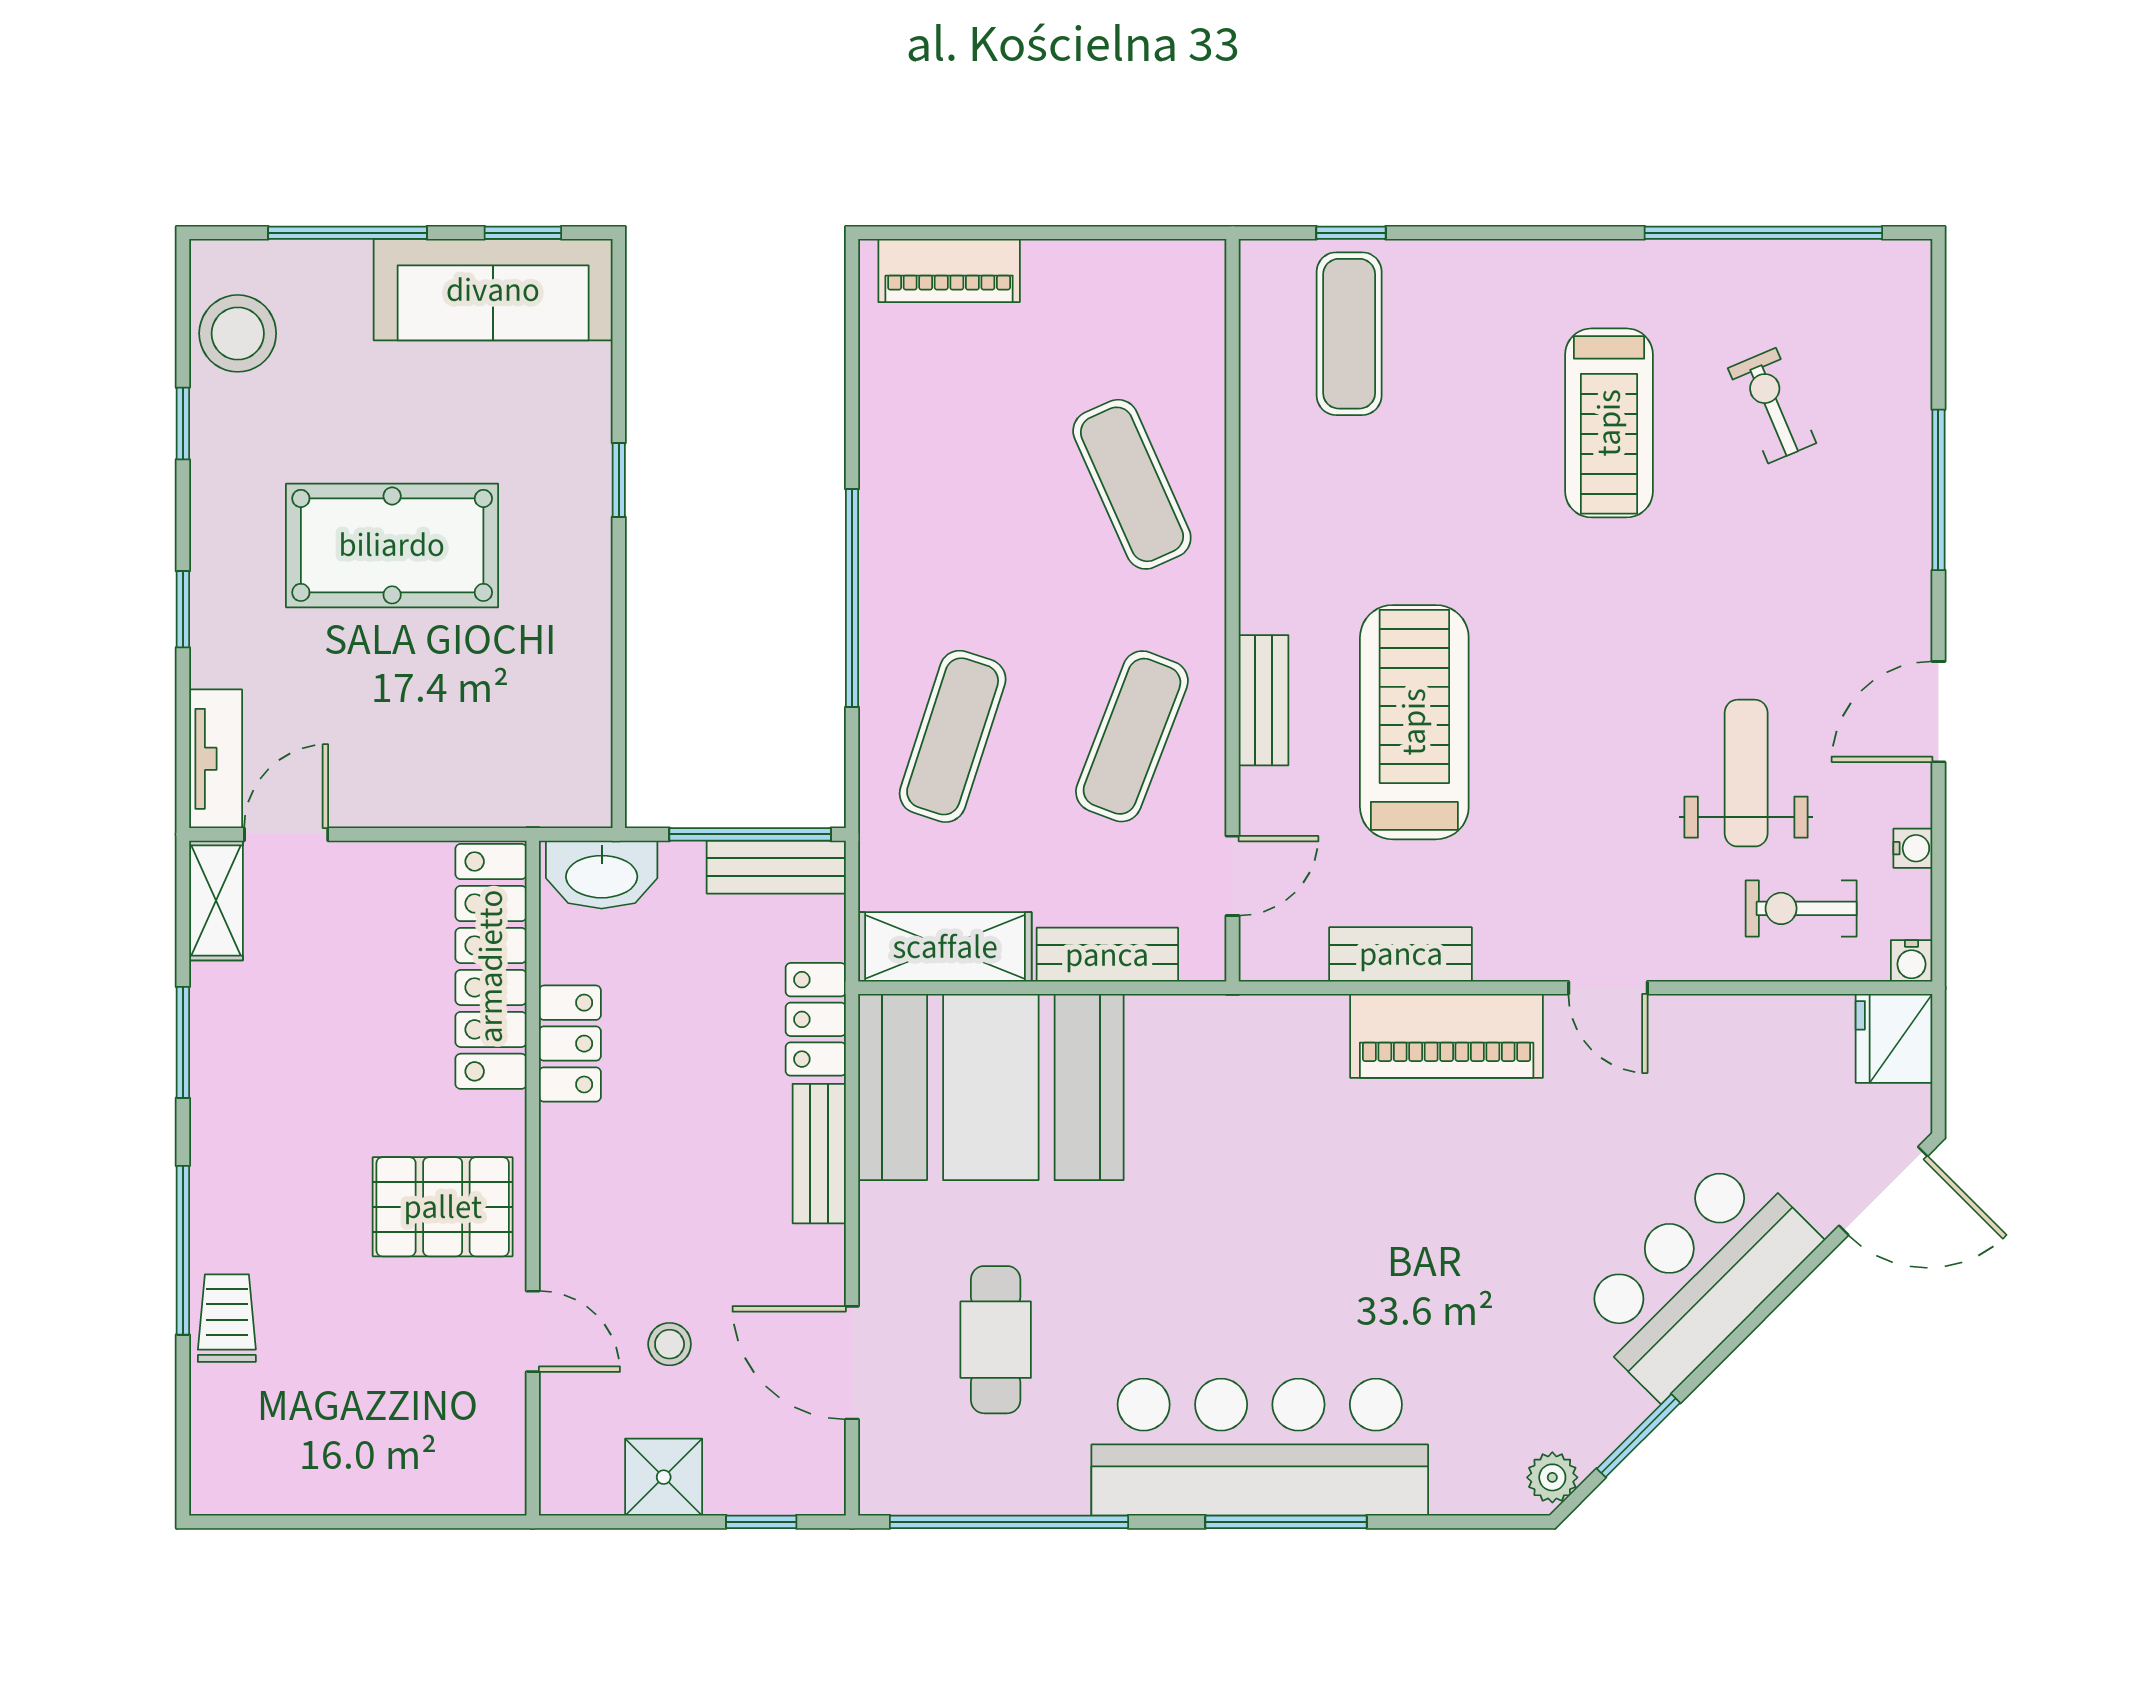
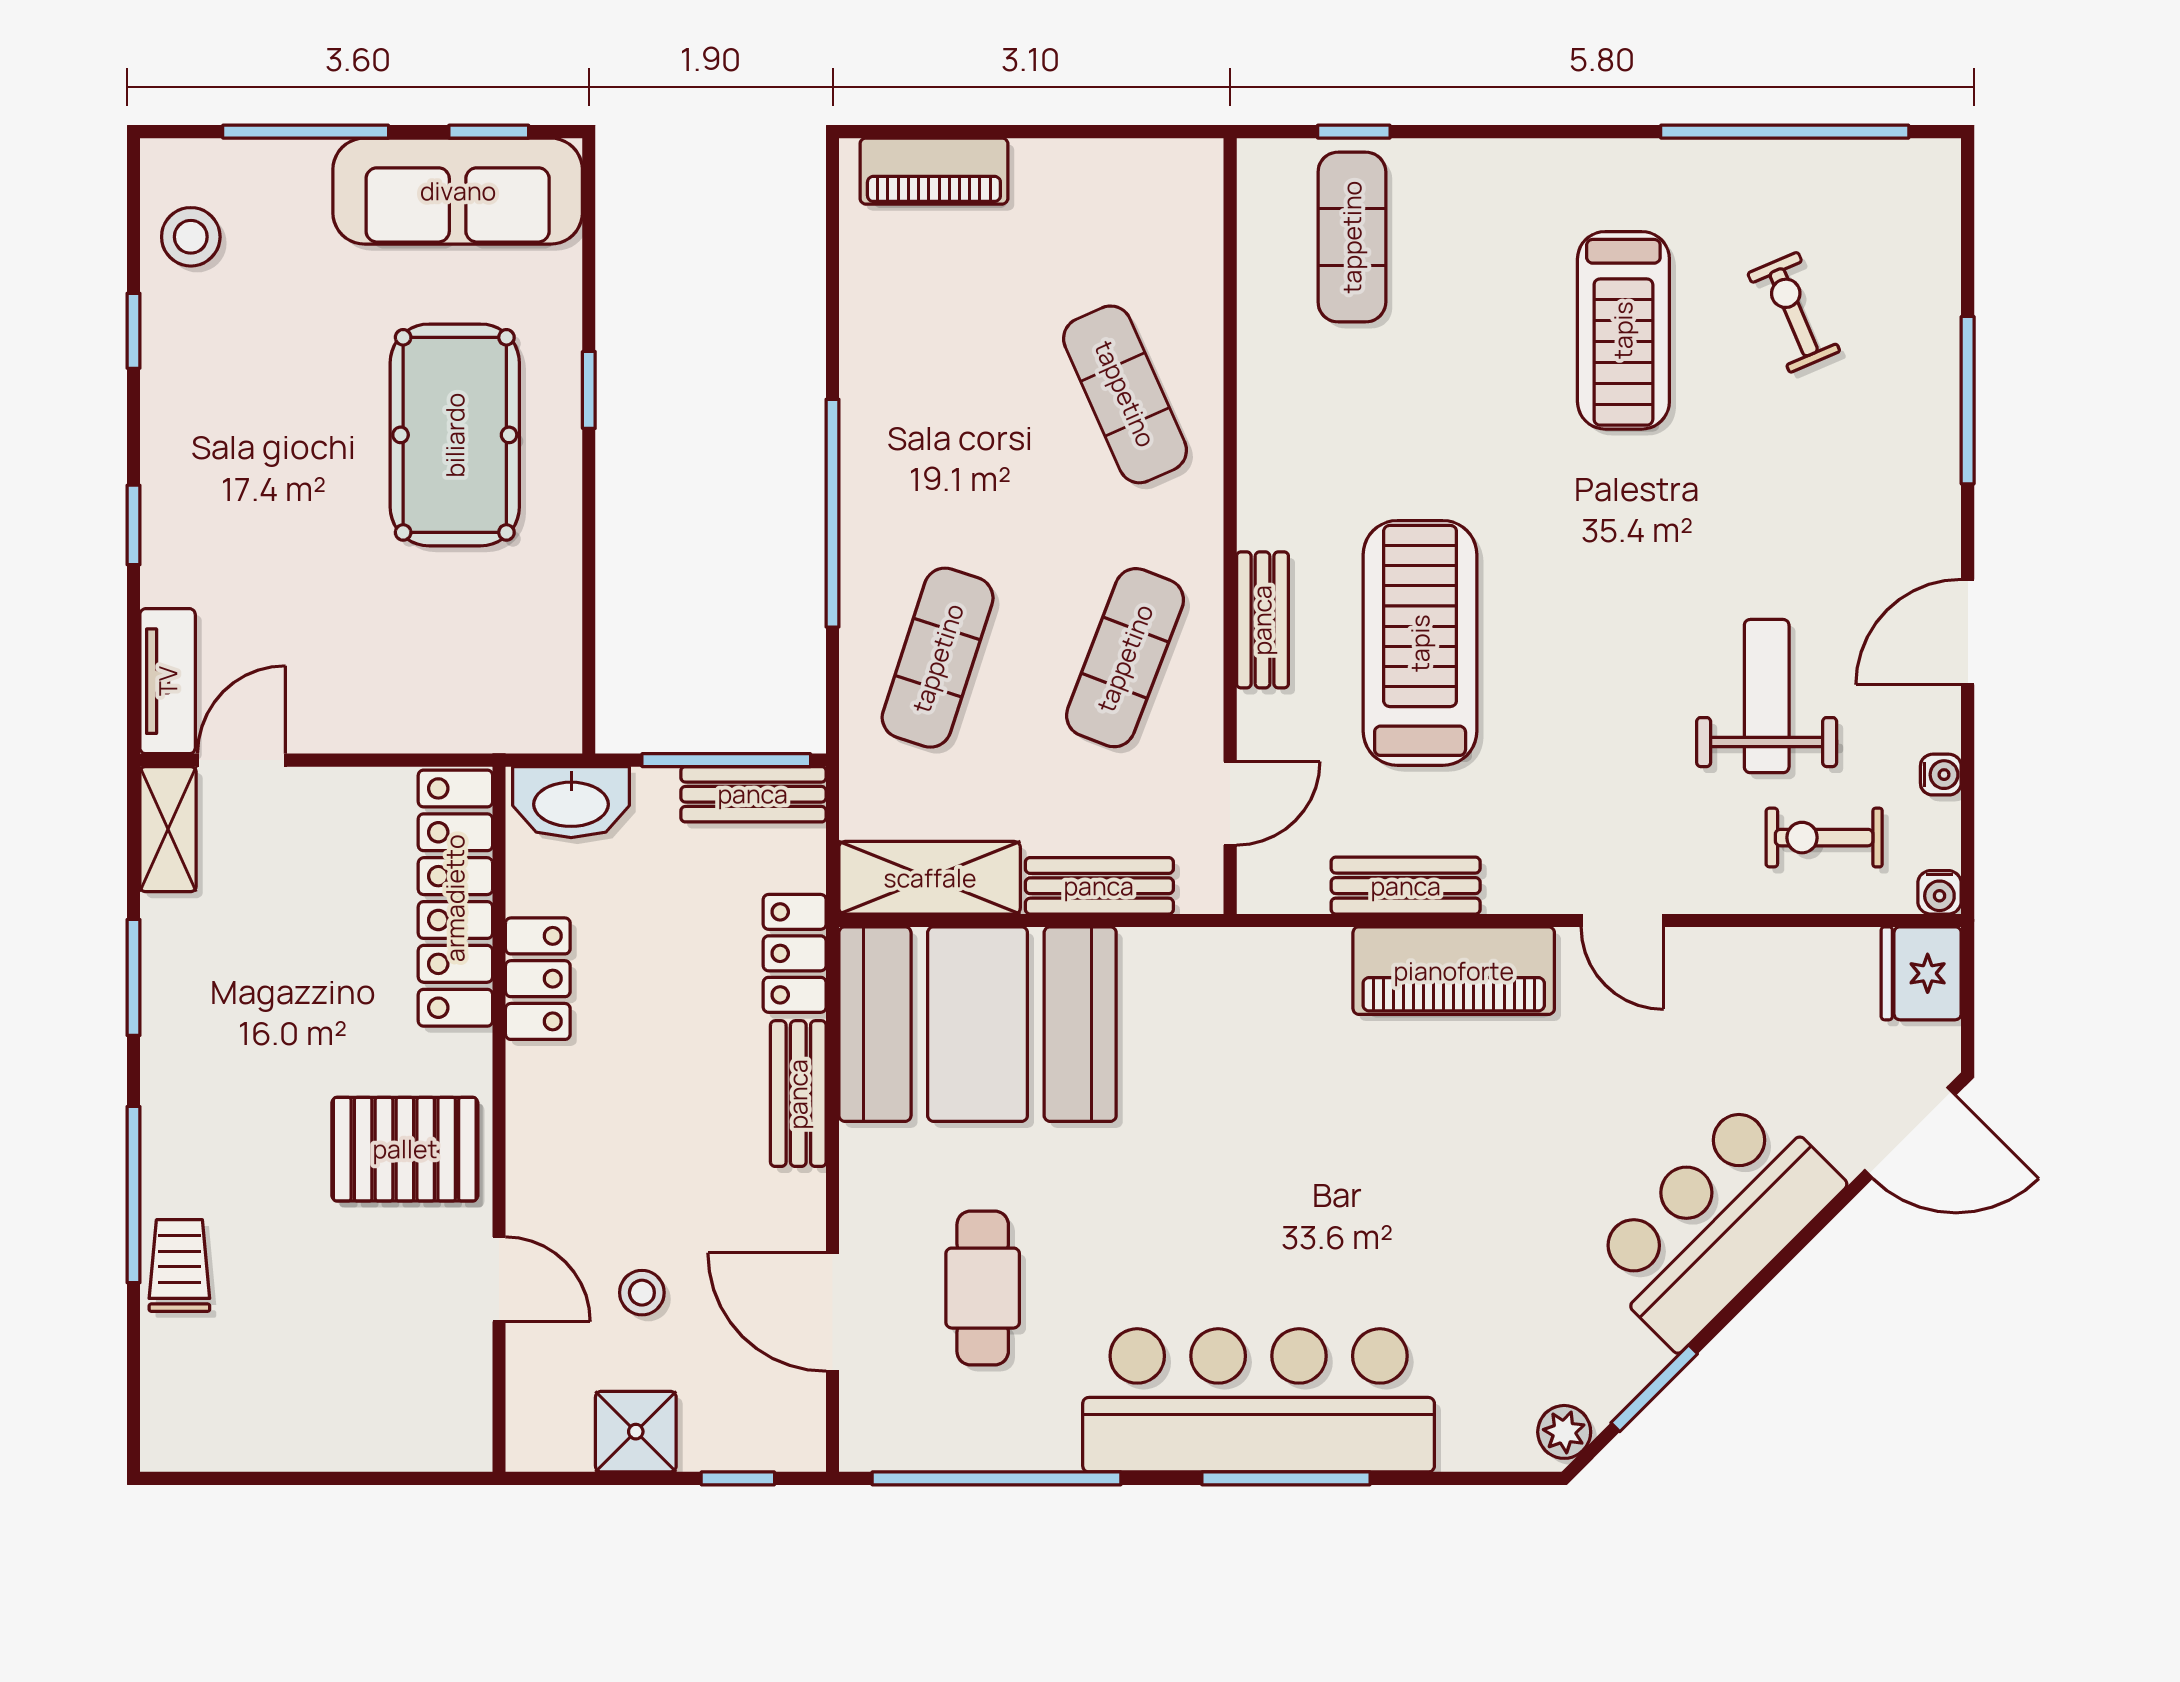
stool: (238, 333) -> (191, 237), width x0.73, depth x0.73
pool table: (392, 545) -> (455, 435), moved, turned 90

